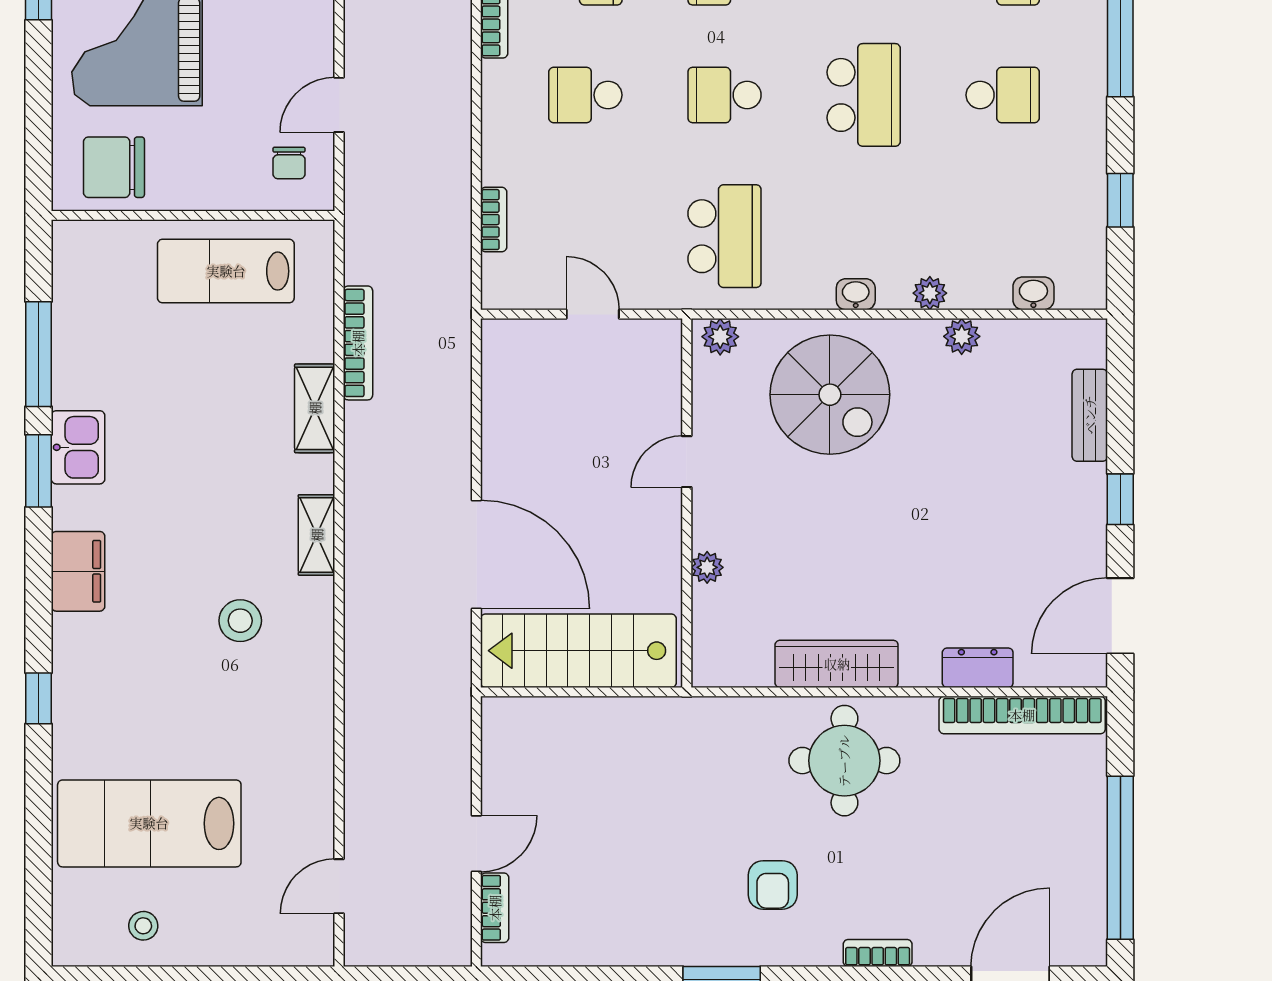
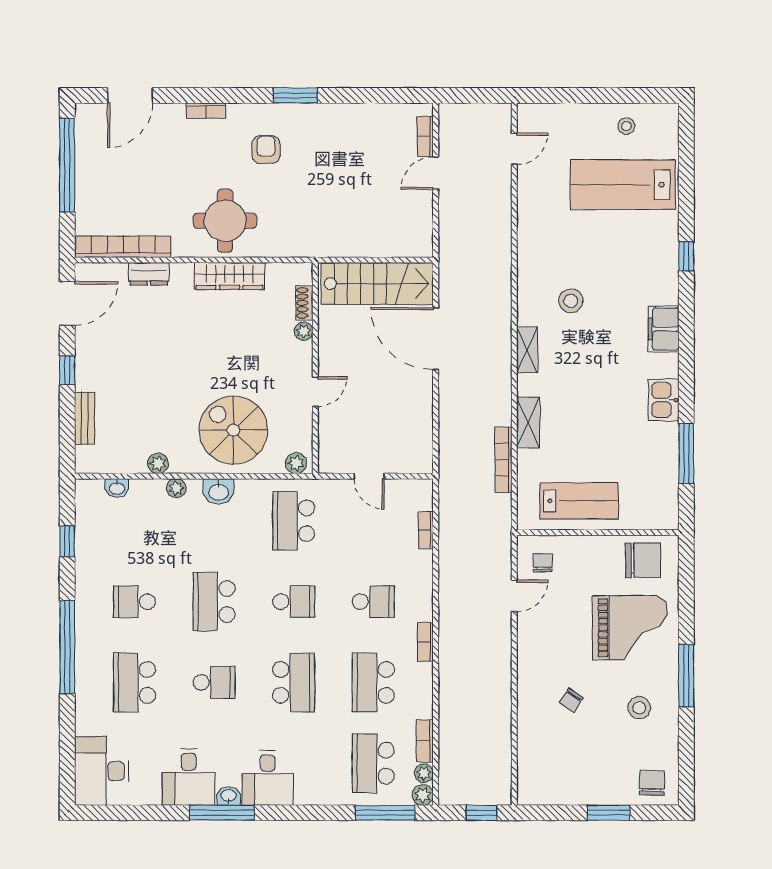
washbasin: (856, 294) -> (219, 492), width x1.38, depth x1.45
window: (39, 471) -> (686, 386), removed
shoe rack: (706, 617) -> (304, 303), added
lab bench: (149, 823) -> (623, 185), turned 180

